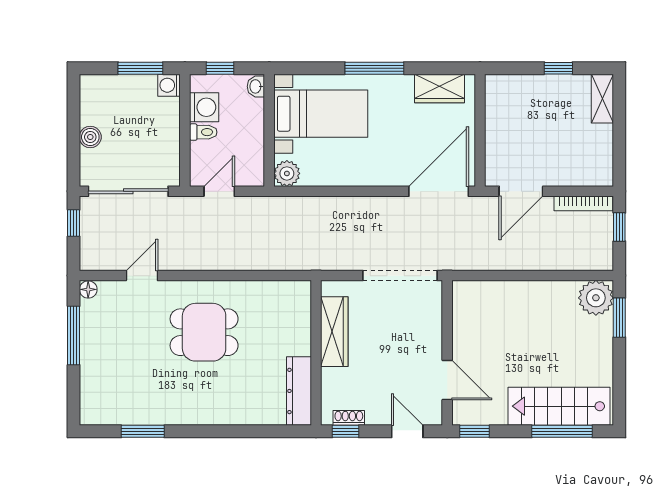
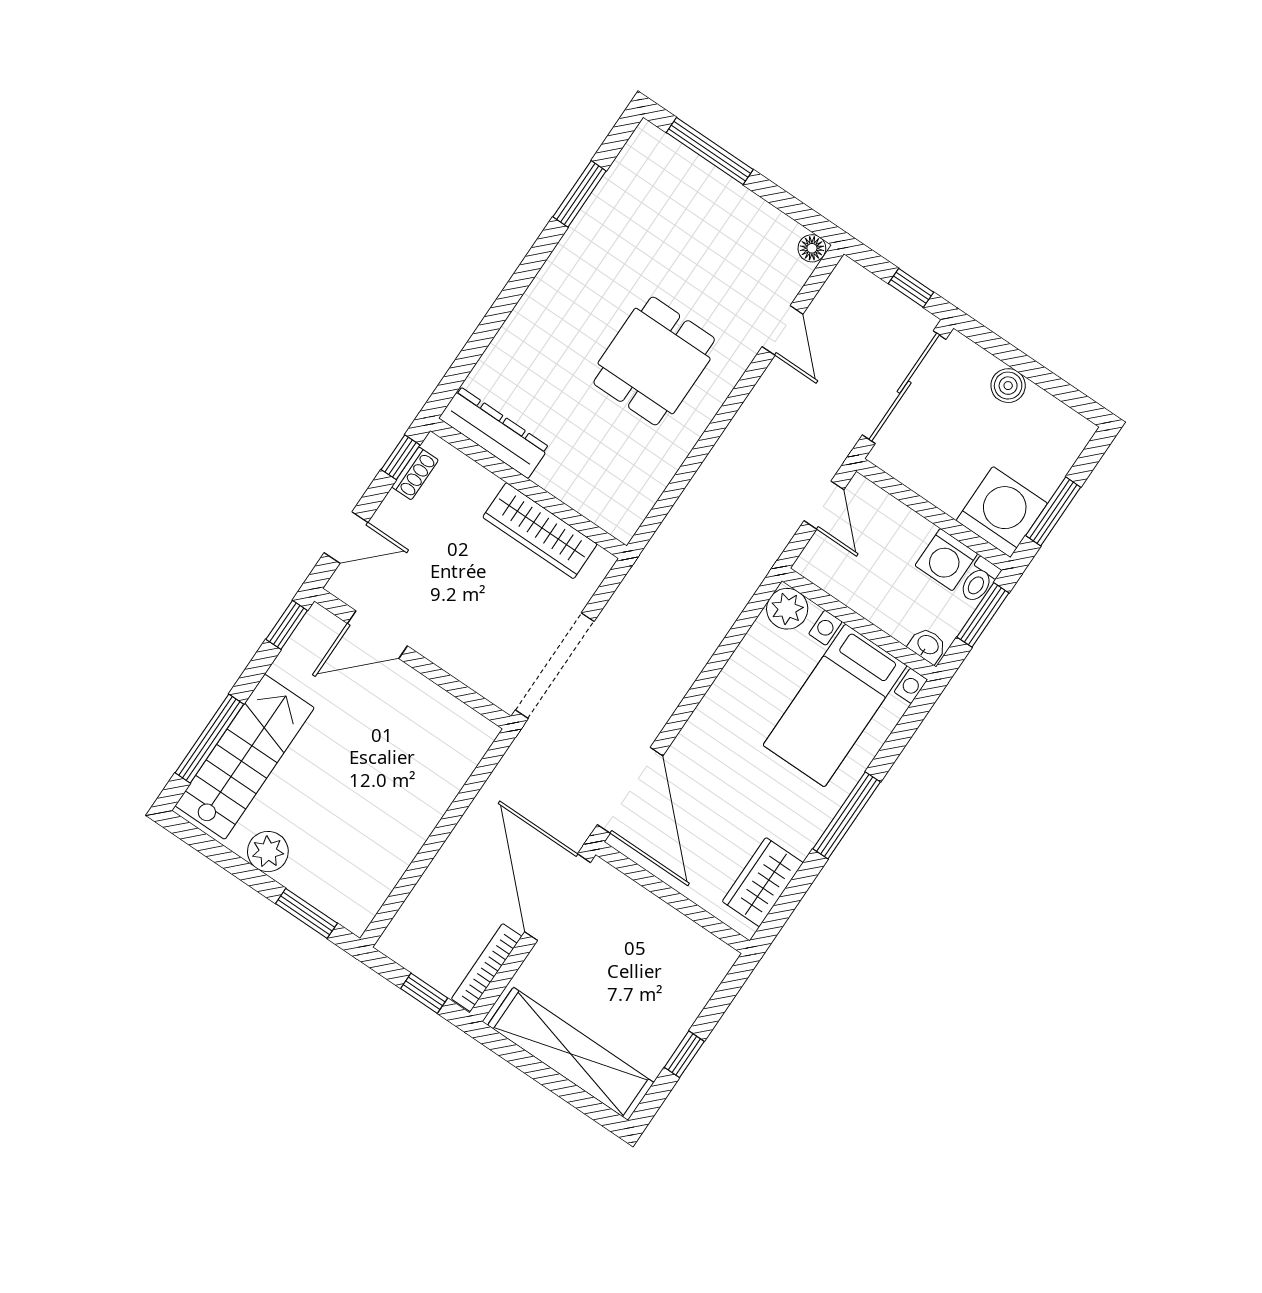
window: (220, 68) -> (983, 615), width x1.50
washing machine: (169, 85) -> (1002, 512), width x1.89, depth x1.89
shelving: (602, 99) -> (571, 1054), width x2.20, depth x1.33
toilet: (203, 132) -> (979, 580), moved
door: (521, 191) -> (558, 897), width x1.36
plant: (596, 298) -> (268, 852), moved, width x0.73, depth x0.73
window: (74, 335) -> (710, 151), moved

